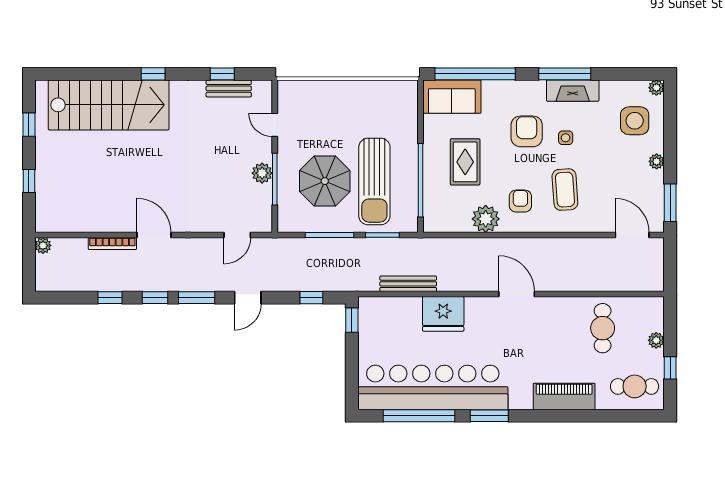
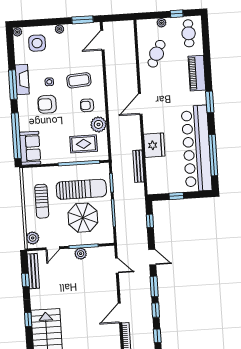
bench: (229, 88) -> (33, 271), width x1.36
plant: (295, 91) -> (33, 238), added
sun lounger: (358, 111) -> (42, 201), added
rug: (465, 162) -> (84, 144), moved
window: (352, 320) -> (176, 196), moved
cafe table: (603, 328) -> (157, 54), turned -64
window: (489, 416) -> (210, 102), moved

